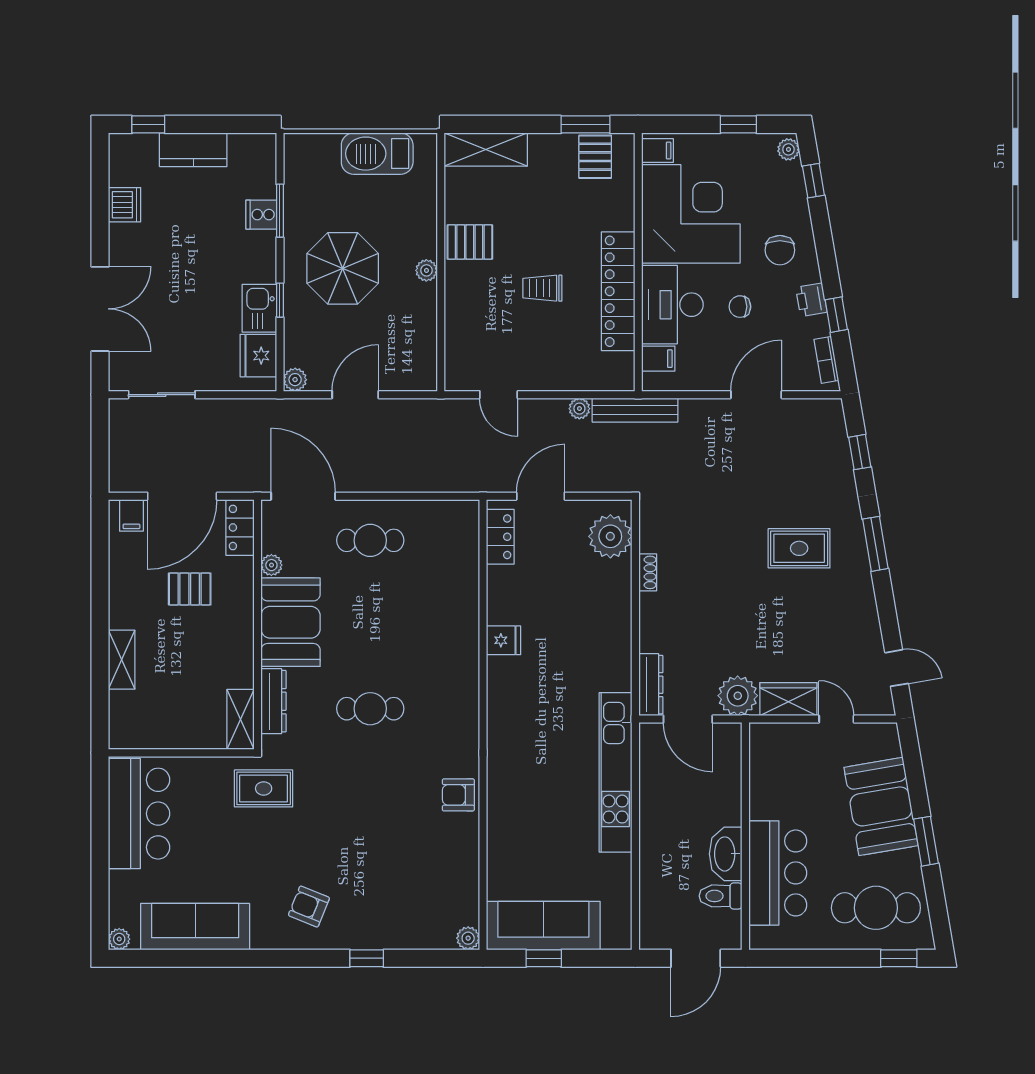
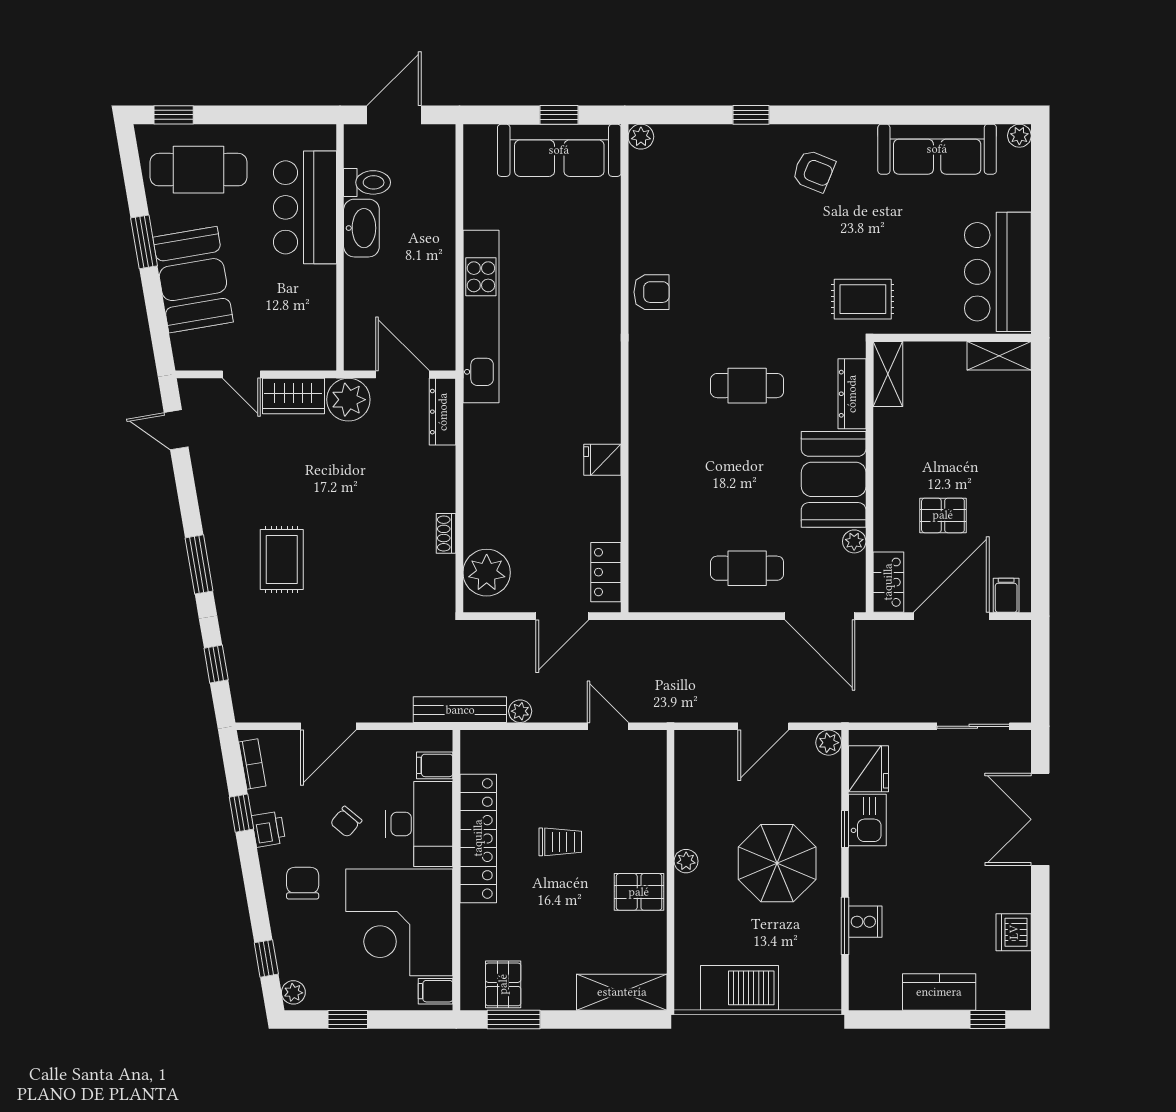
chair: (740, 307) -> (346, 822), turned 130
rug: (799, 548) -> (282, 560), turned 90
shelving: (122, 660) -> (999, 356), moved, turned 90

